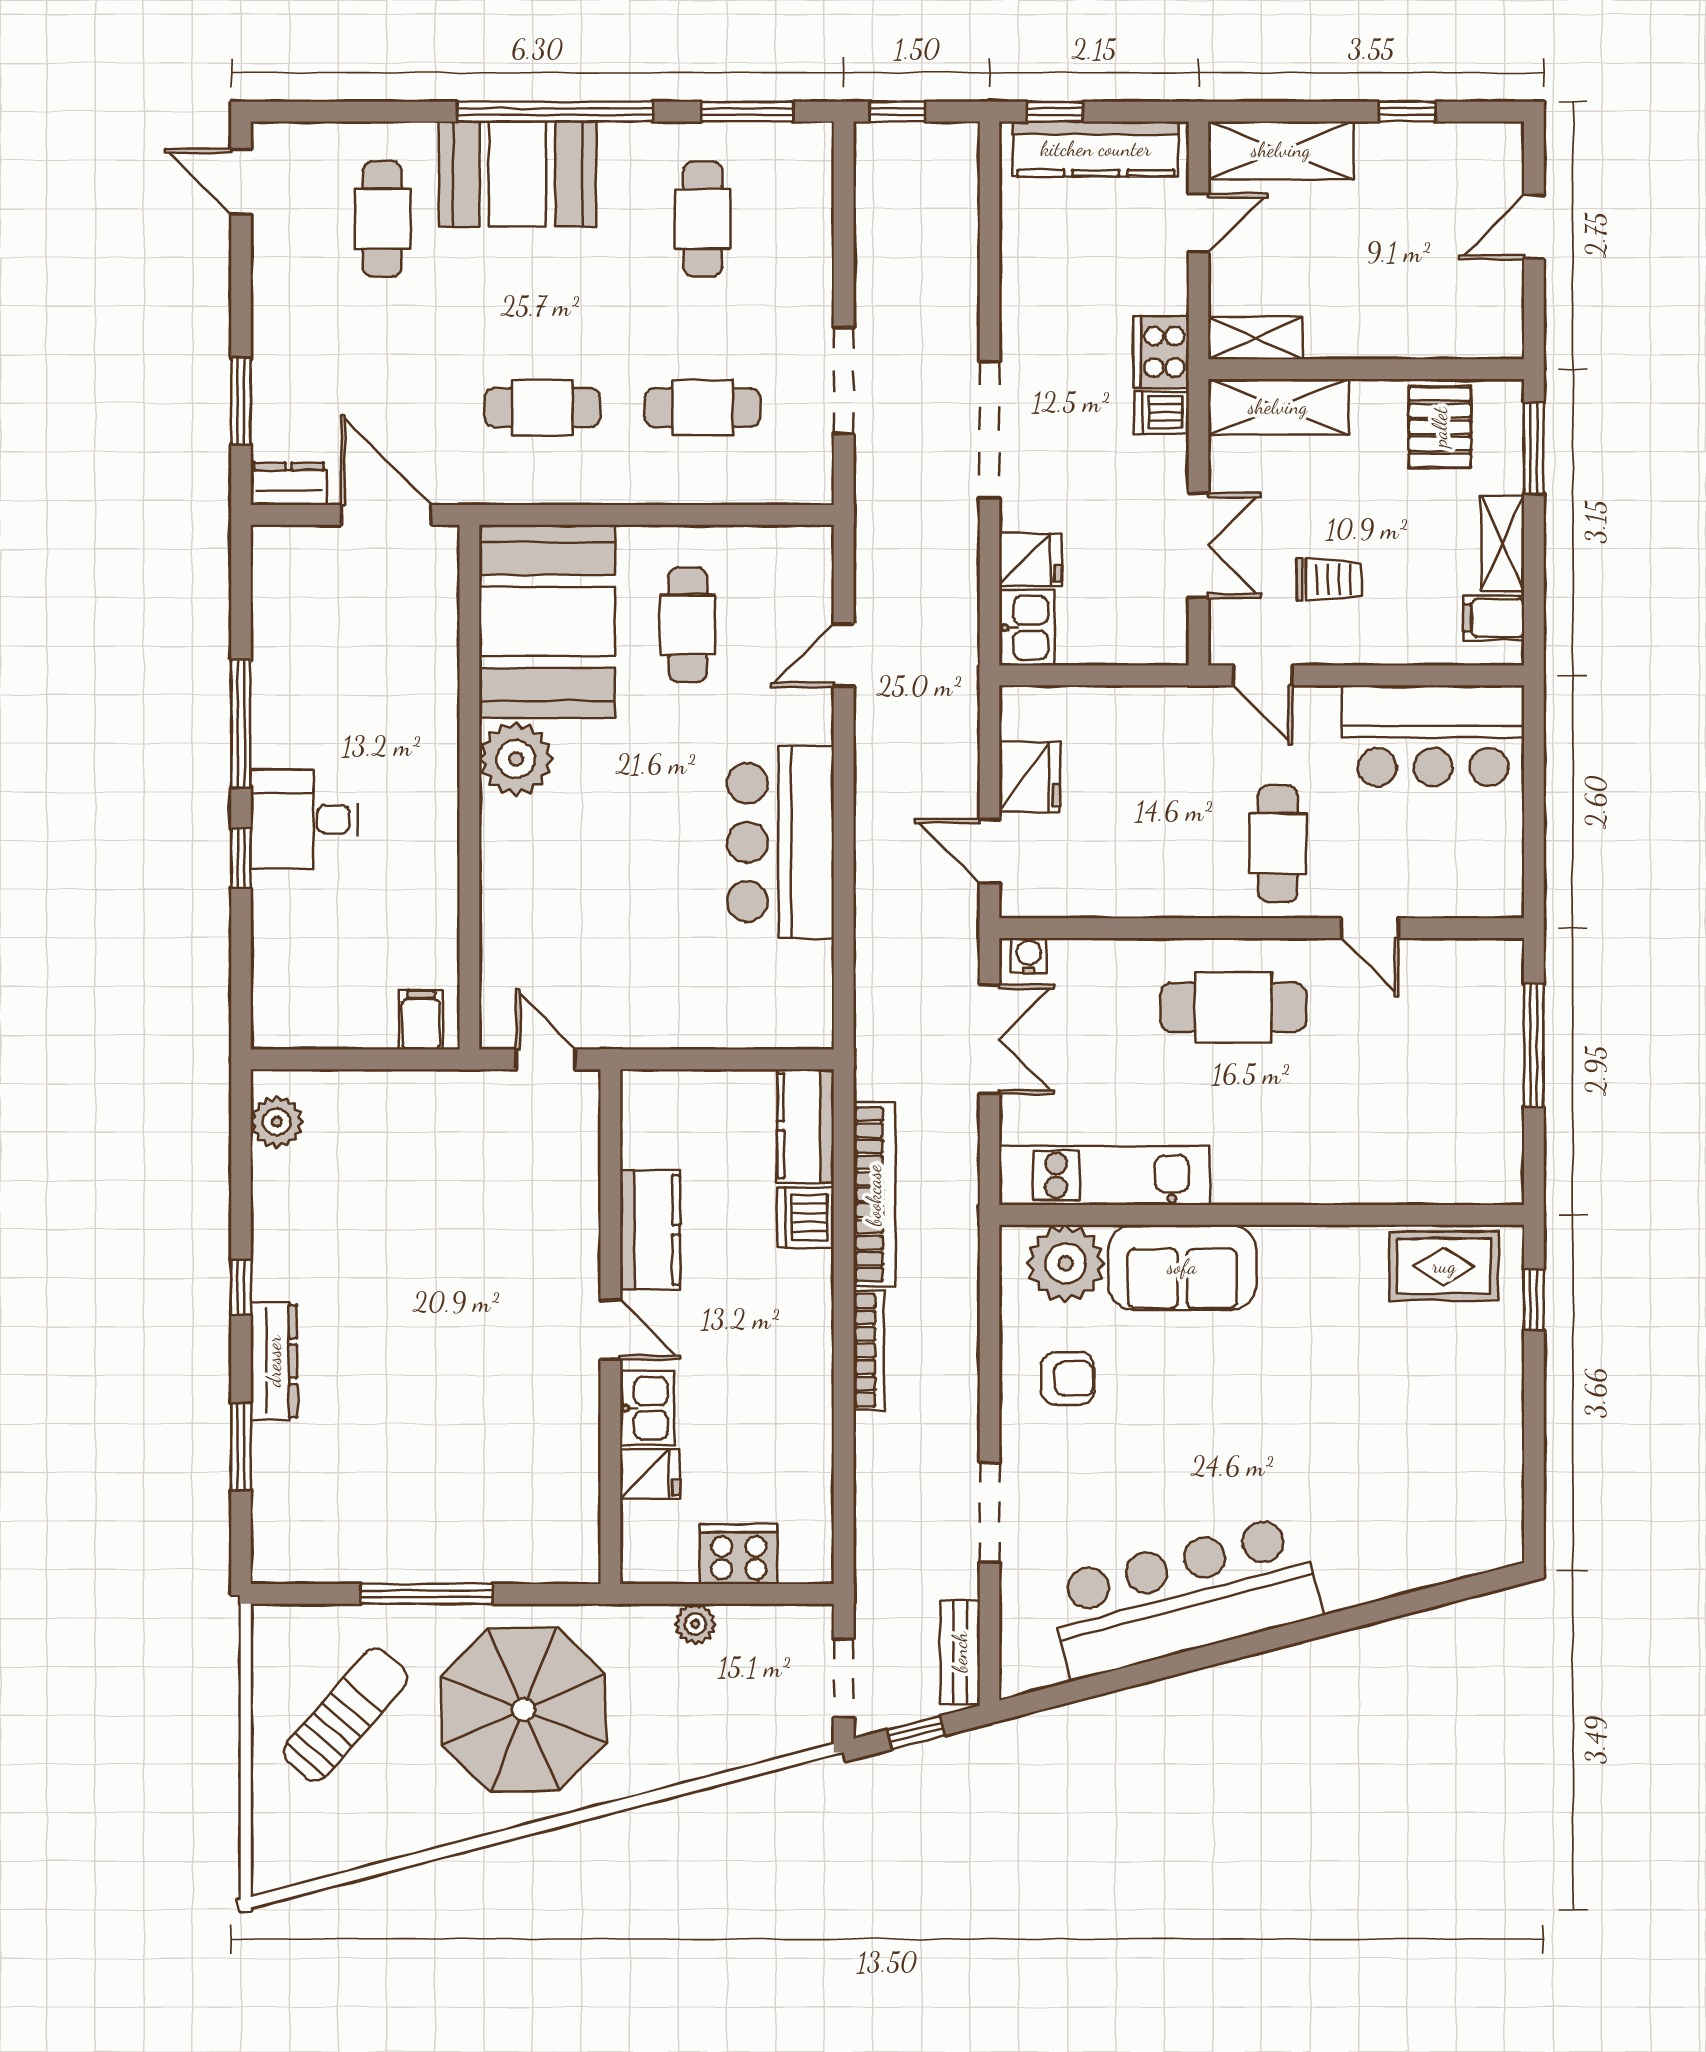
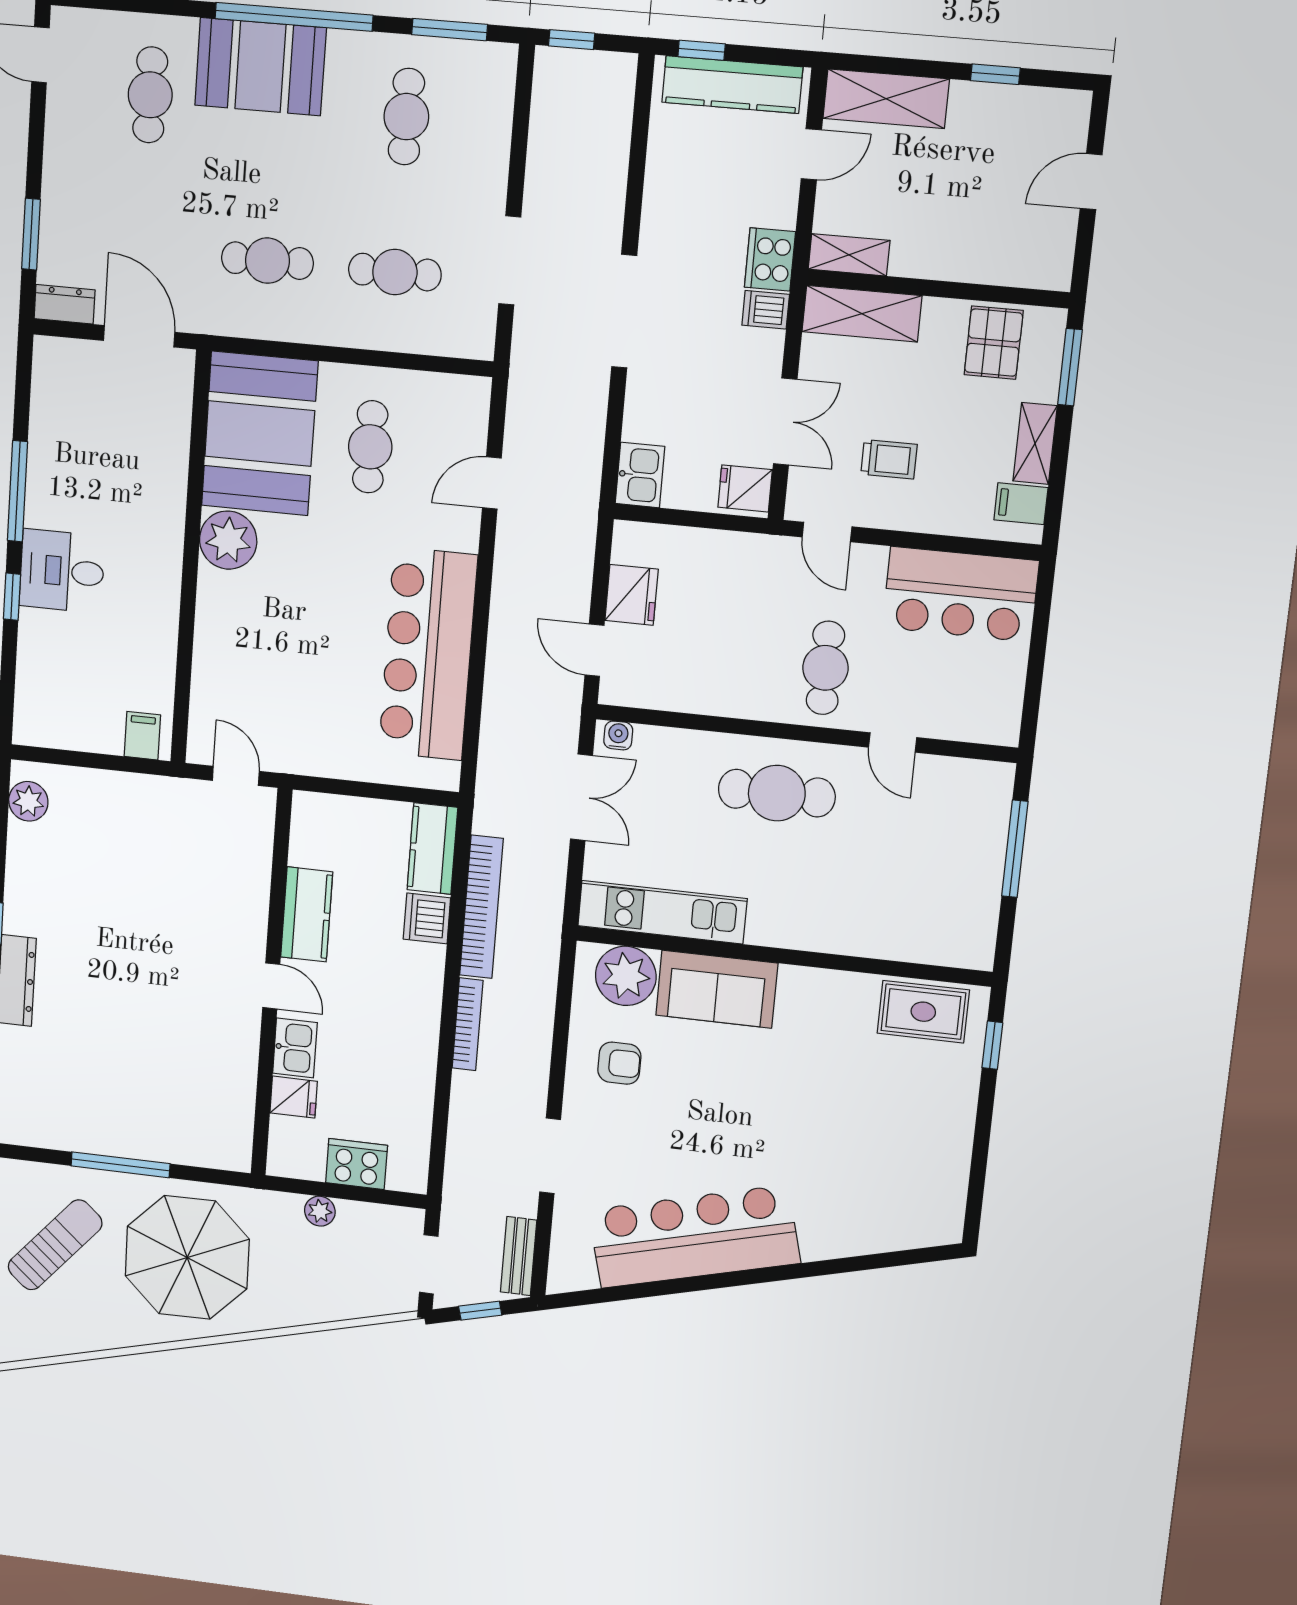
fridge: (1030, 559) -> (745, 488), moved, turned 180
bar counter: (780, 842) -> (428, 654), width x1.36

